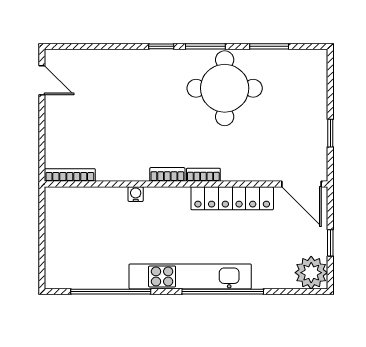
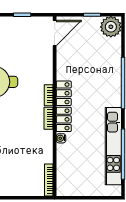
locker: (232, 198) -> (64, 106), moved
kitchen unit: (190, 276) -> (113, 146), moved

